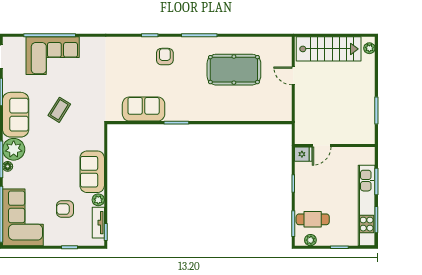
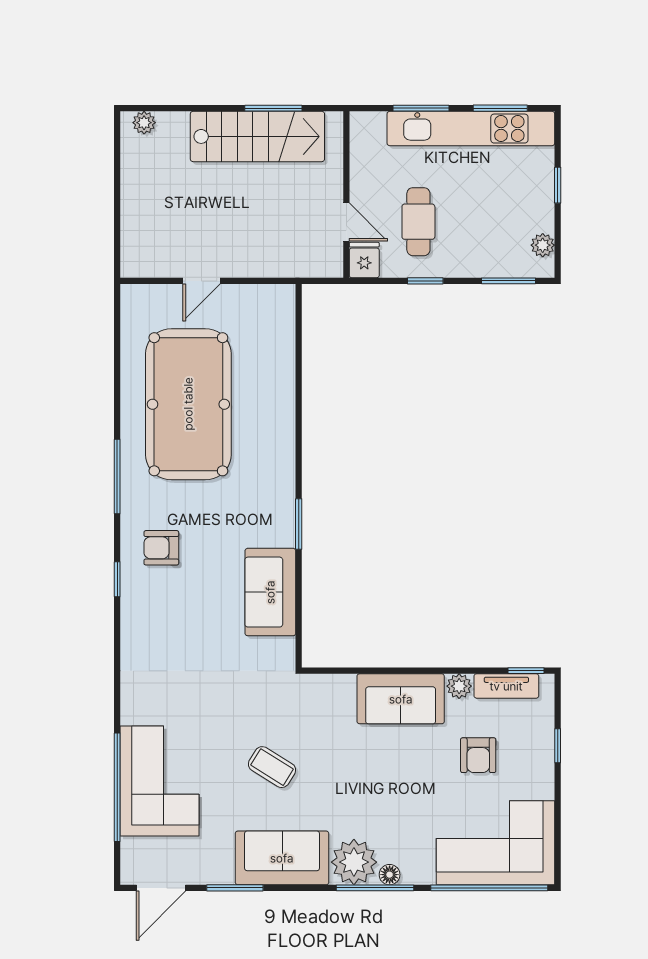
stairs: (329, 49) -> (257, 136), moved, turned 90
pool table: (234, 70) -> (188, 404), width x1.36, depth x1.32
cafe table: (313, 219) -> (418, 222), moved

